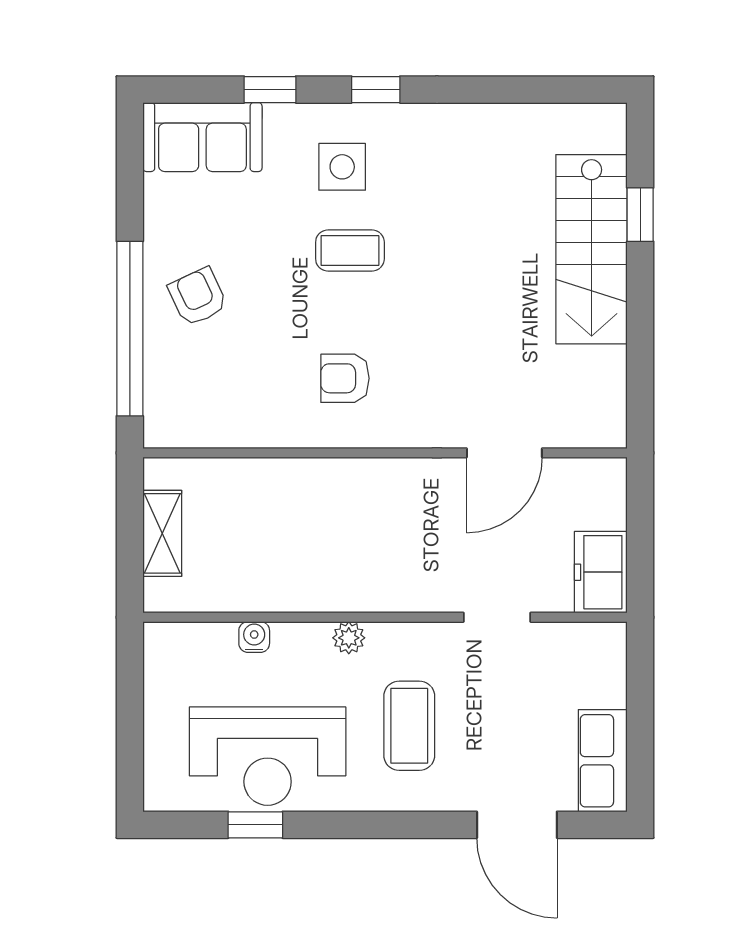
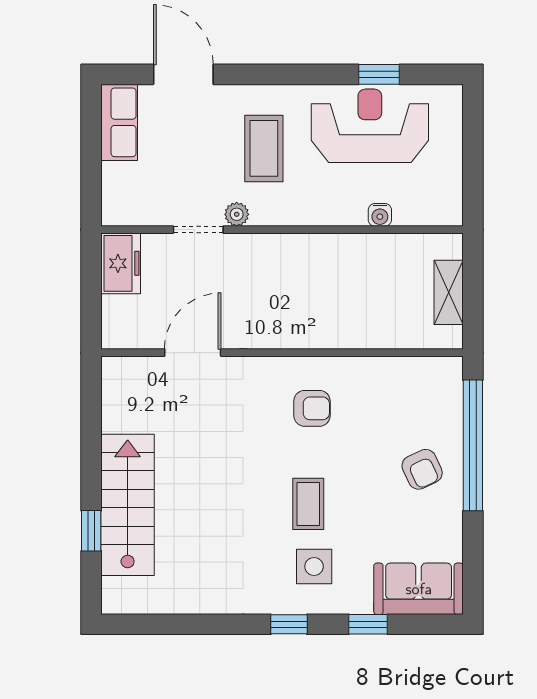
coffee table: (350, 250) -> (308, 504), turned 90
plant: (349, 638) -> (237, 214), moved

